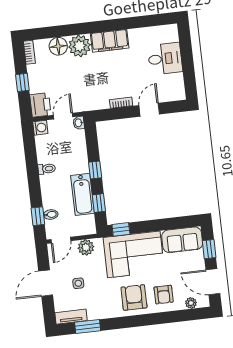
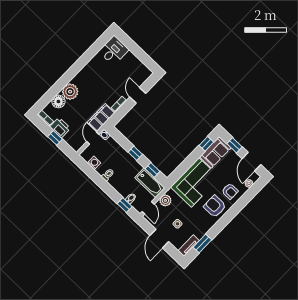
filing cabinet: (110, 41) -> (101, 117), moved, turned 180
desk: (165, 59) -> (114, 50), moved
printer: (40, 105) -> (60, 128), moved
washing machine: (40, 128) -> (94, 163), moved
bathtub: (83, 194) -> (150, 183), moved
window: (121, 229) -> (206, 144), moved
door: (213, 282) -> (251, 162), hinge flipped

